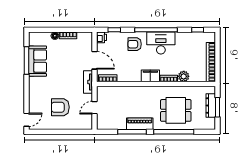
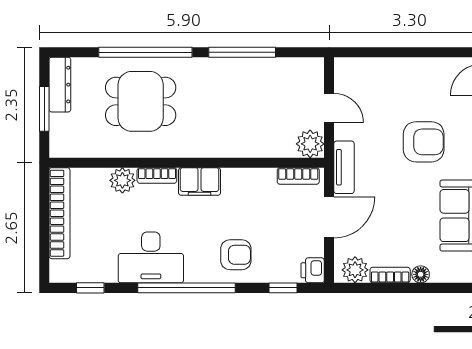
plant: (83, 38) -> (355, 270), added
desk: (161, 43) -> (151, 257), moved
door: (94, 60) -> (329, 217), swing flipped
plant: (103, 92) -> (310, 144), added
dresser: (211, 106) -> (60, 85), moved
armchair: (60, 107) -> (424, 142), moved
door: (94, 108) -> (329, 108), hinge flipped
piano: (140, 124) -> (224, 71), removed

